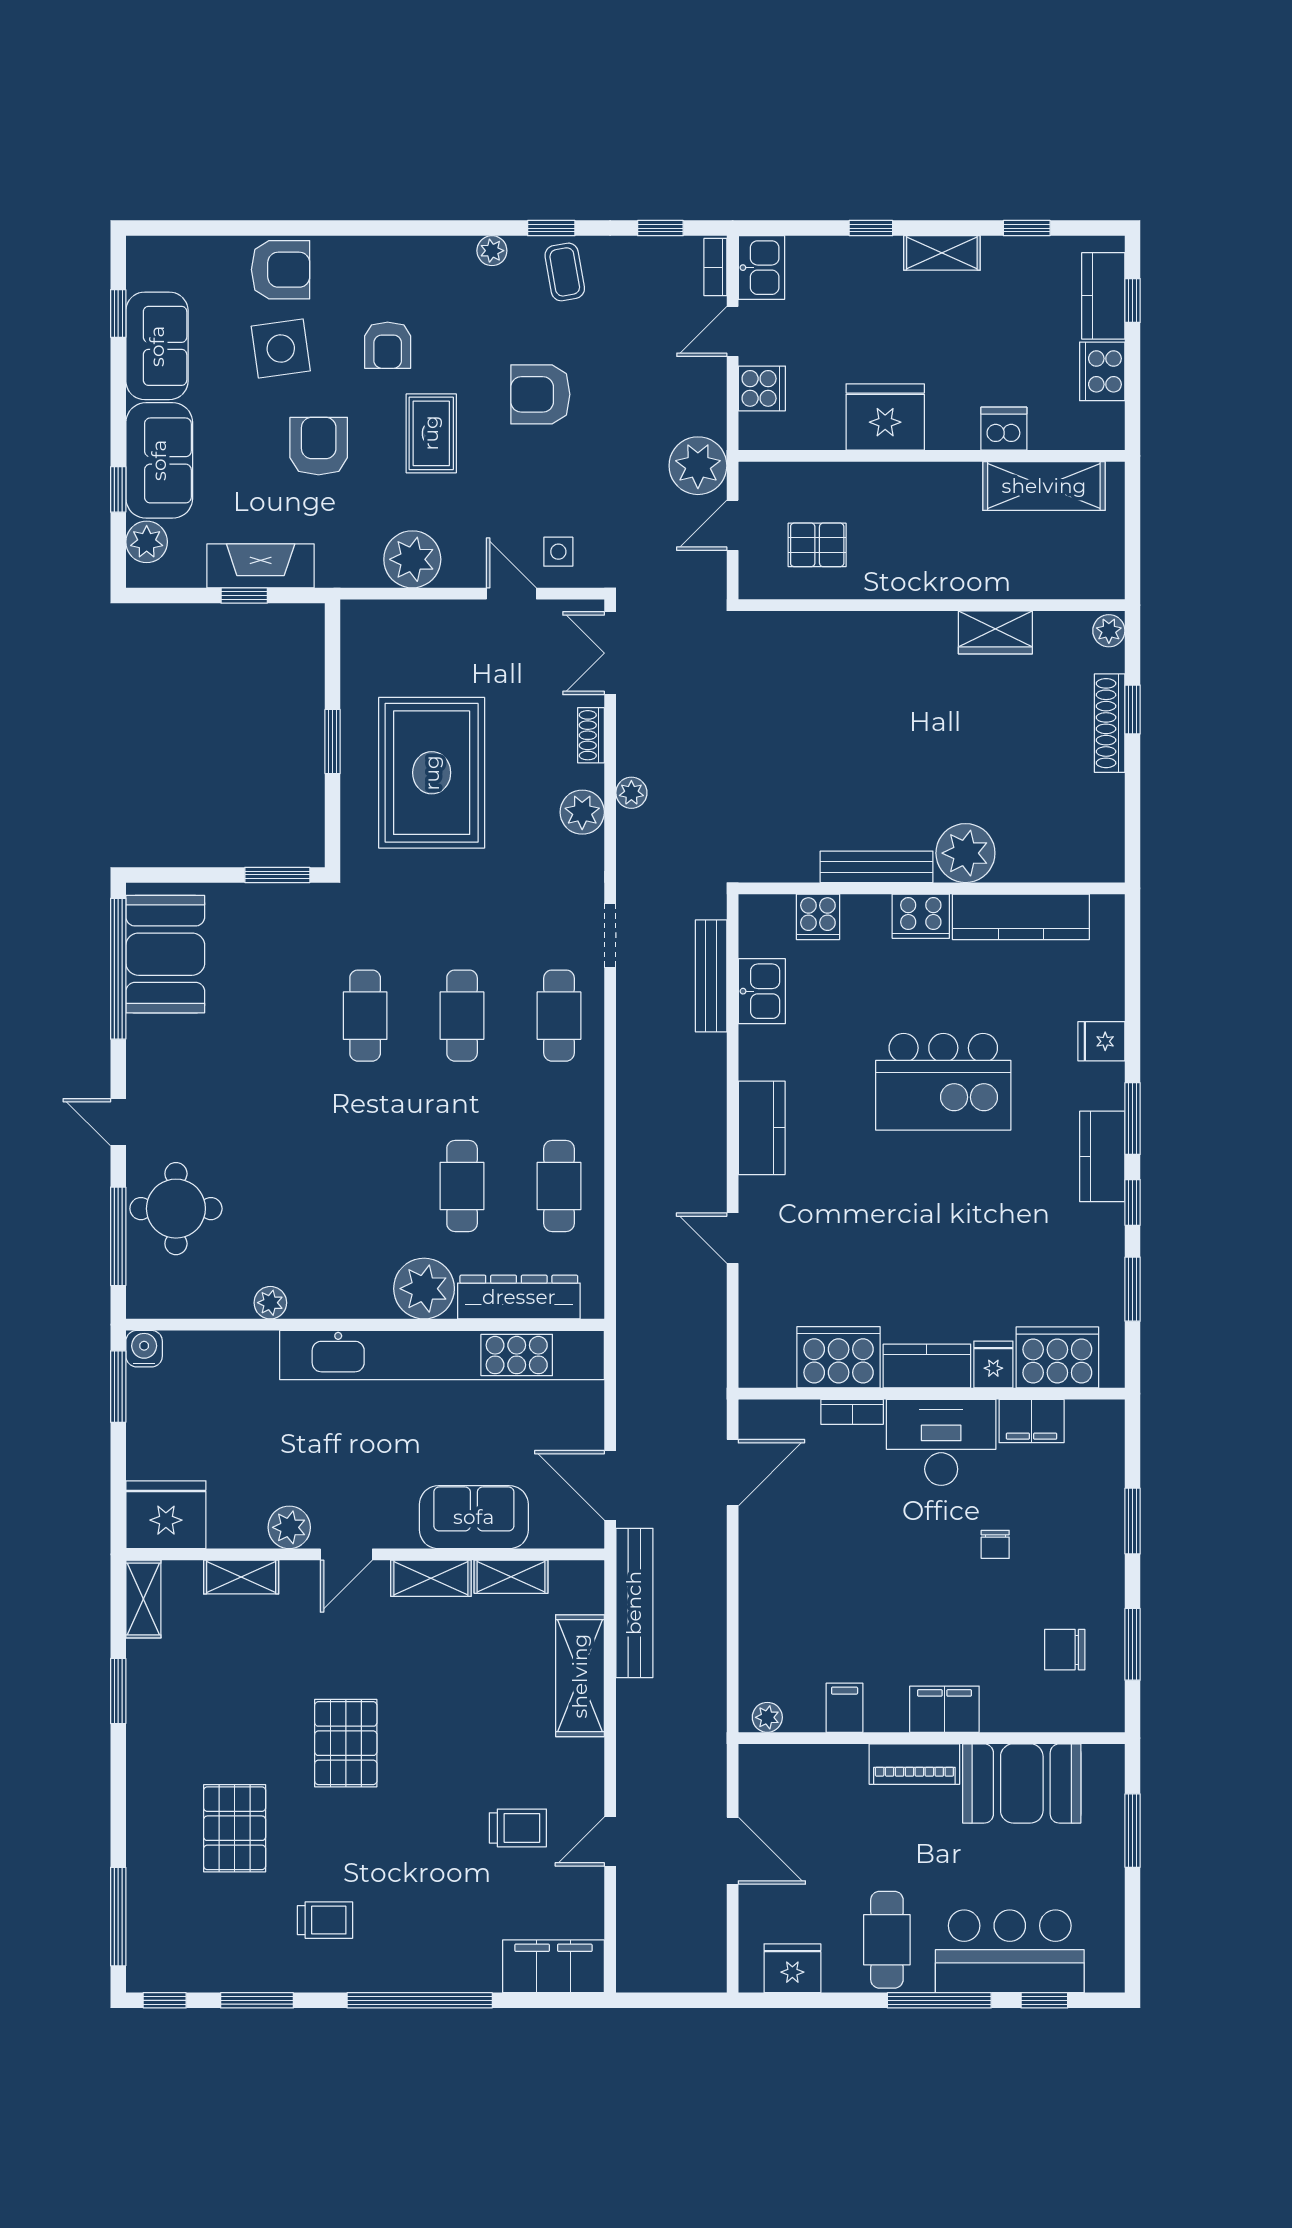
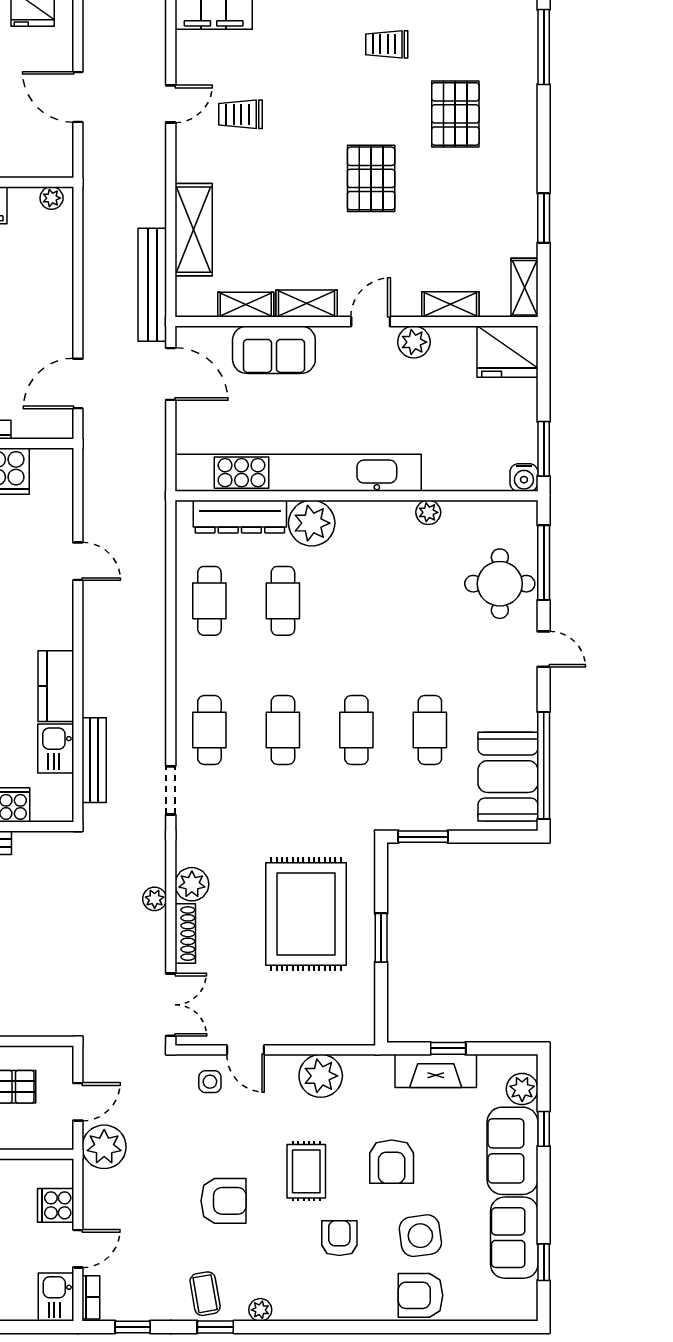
shoe rack: (591, 735) -> (185, 934), width x1.43
cafe table: (268, 1016) -> (430, 730), added
kitchen counter: (762, 1128) -> (56, 686), moved

